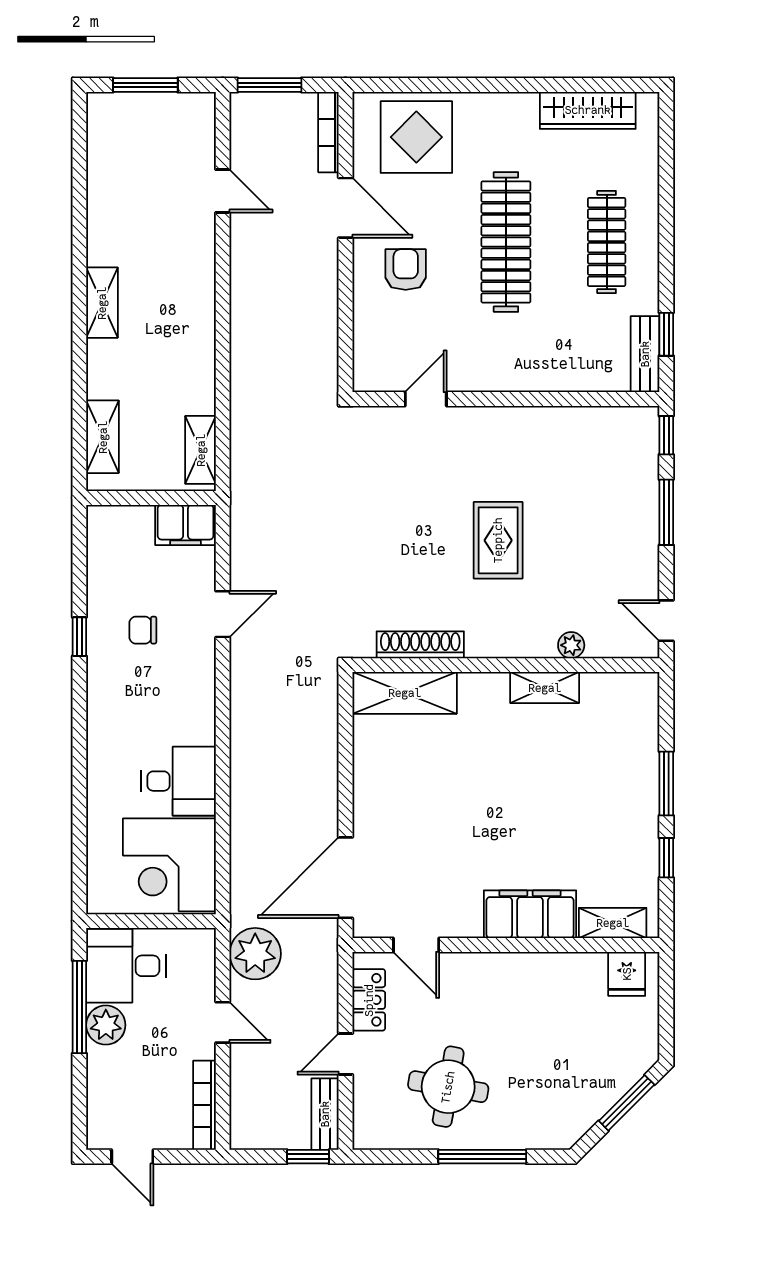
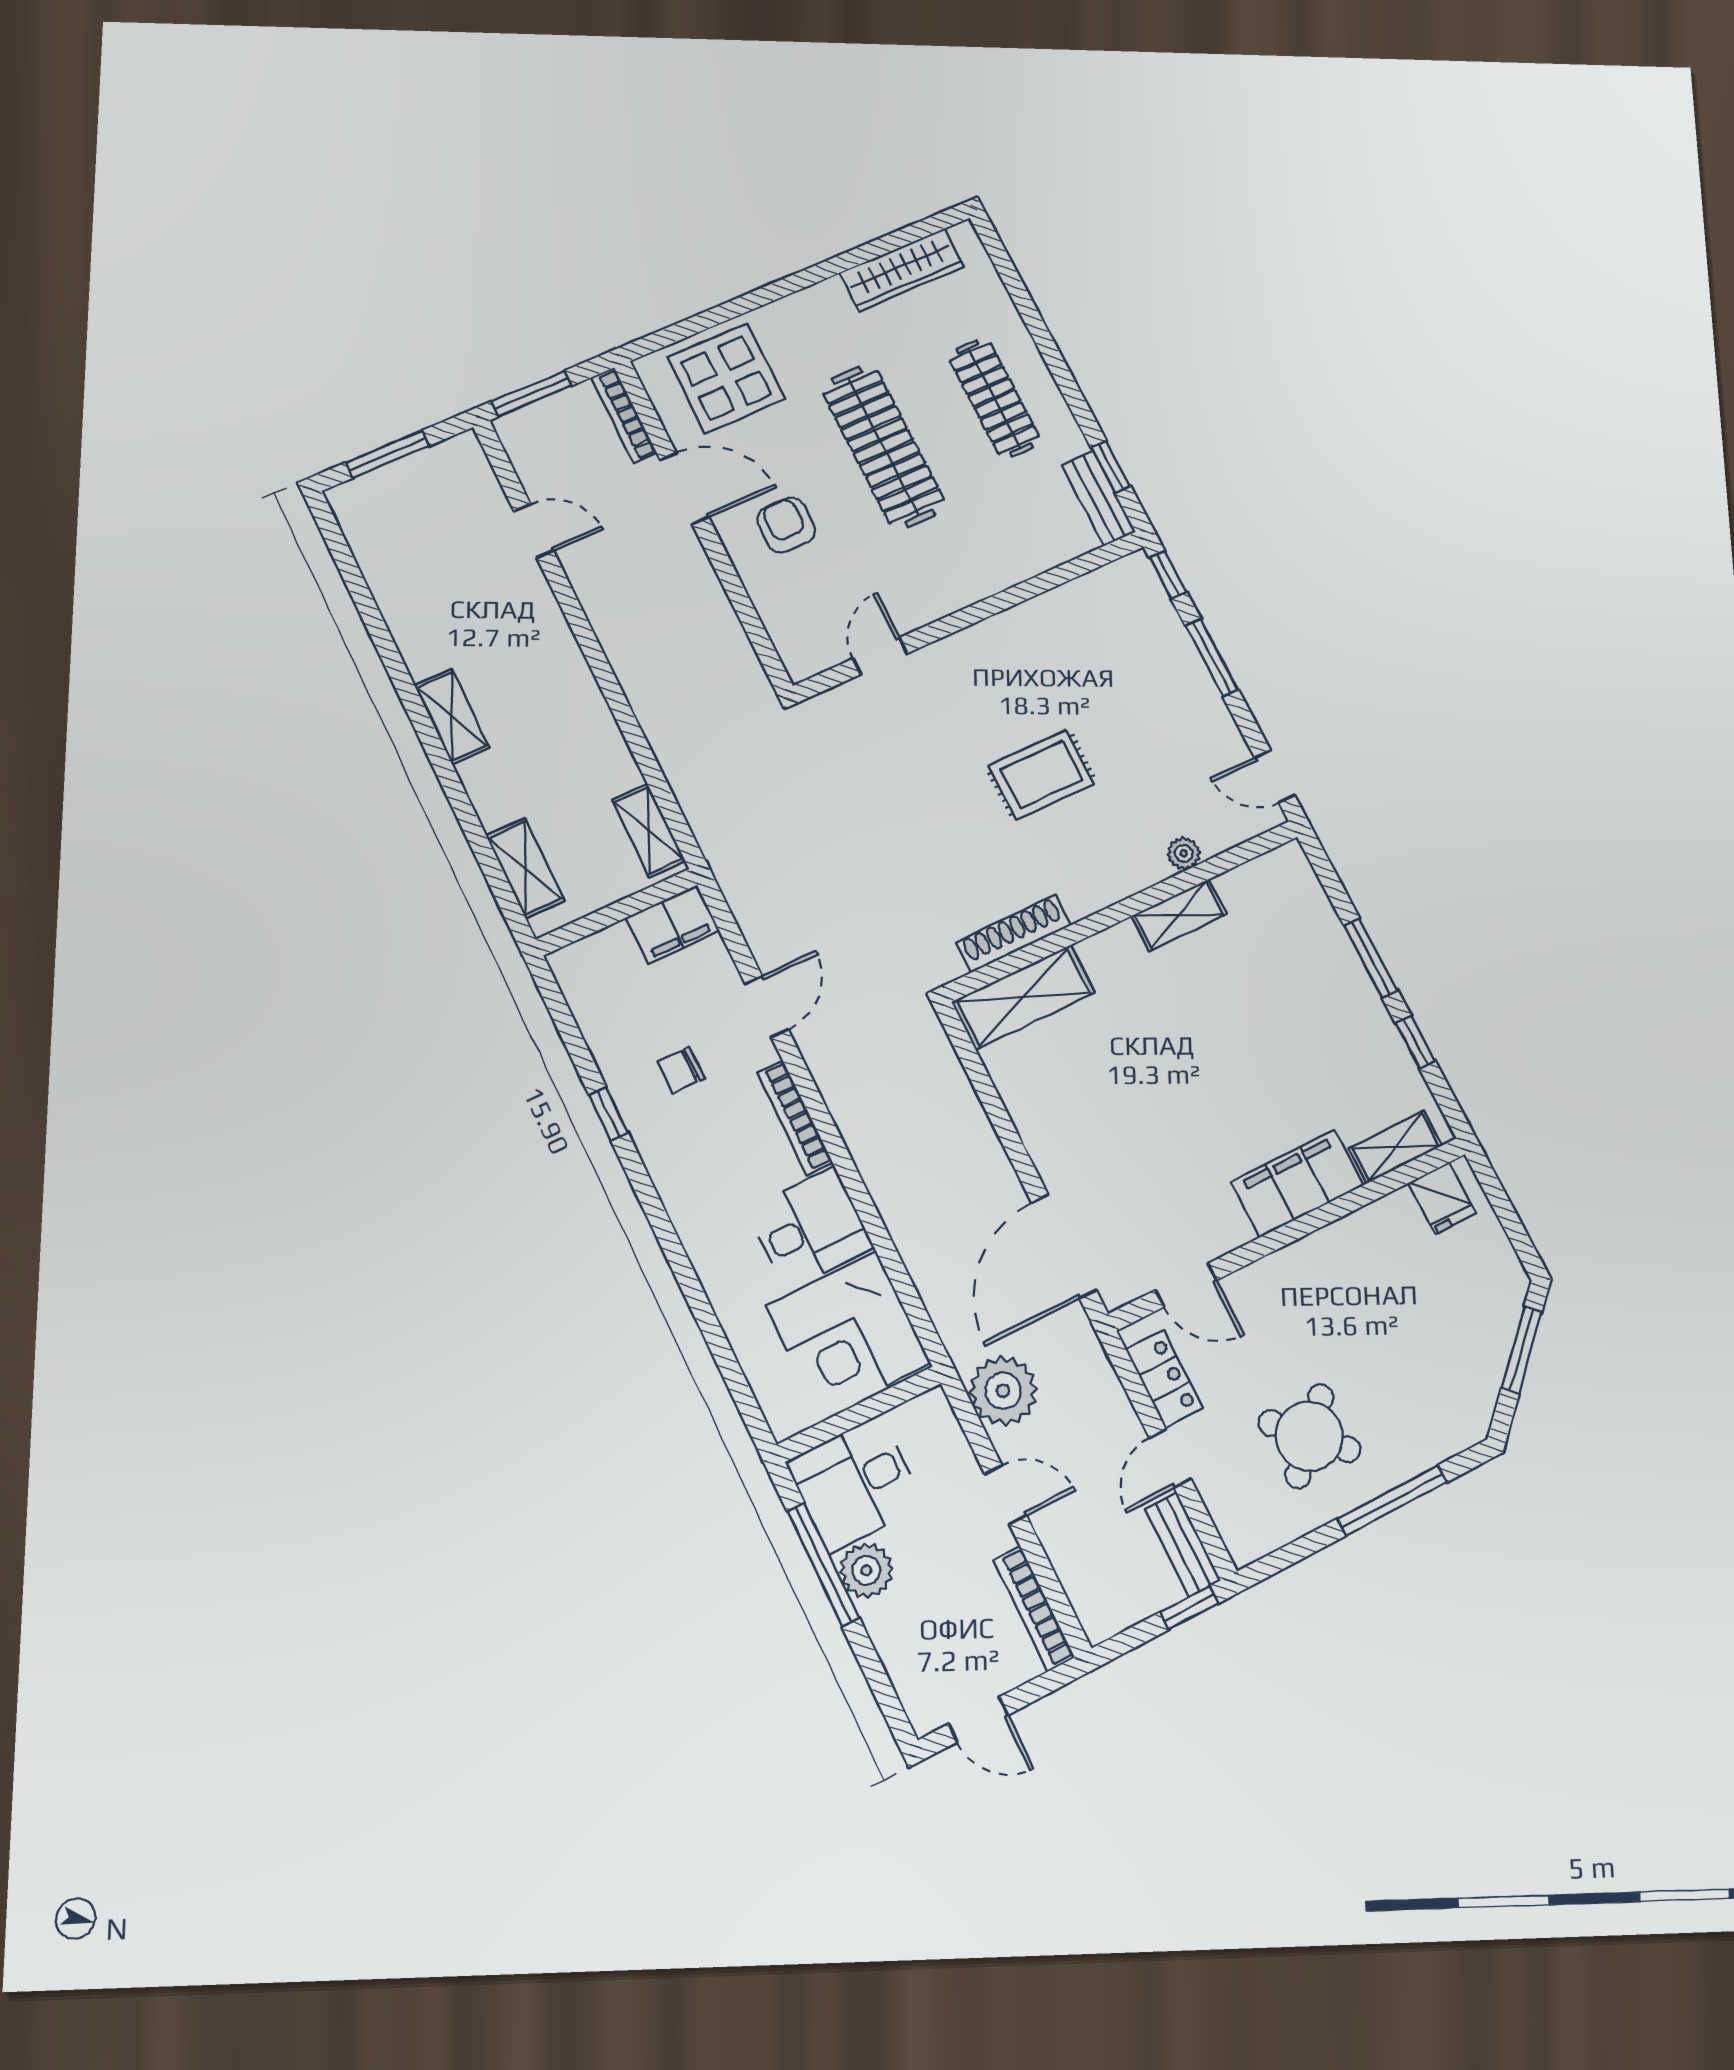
rug: (498, 540) -> (1042, 775), turned 90
bookcase: (205, 700) -> (795, 1117), added
round table: (448, 1087) -> (1309, 1436), turned 35

